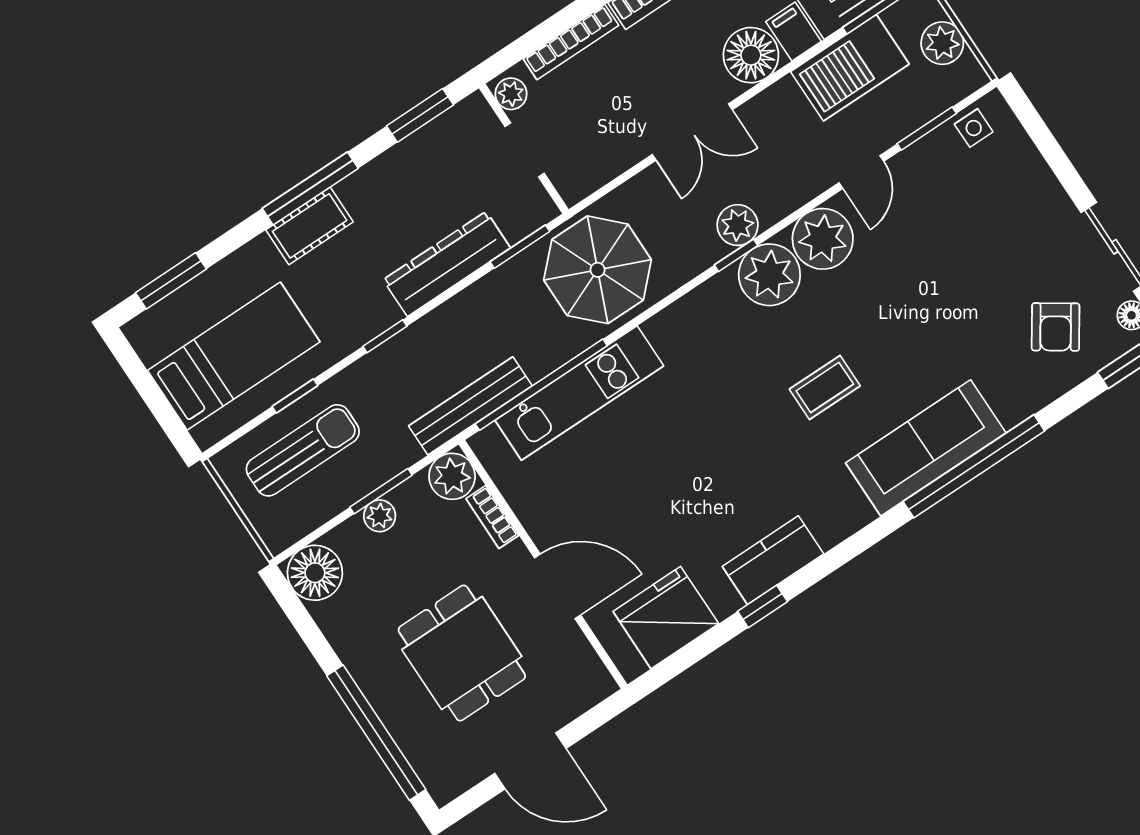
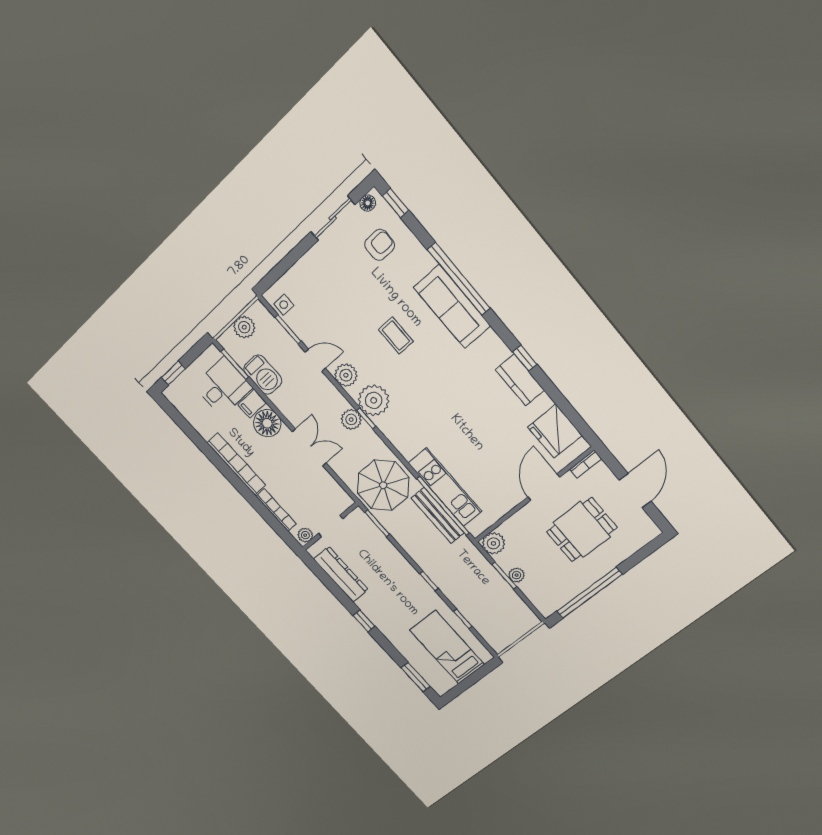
barbecue: (850, 68) -> (263, 375), width x0.73, depth x0.83
window: (420, 115) -> (322, 575), removed
window: (310, 188) -> (364, 621), width x0.46
cot: (310, 226) -> (381, 620), removed
plant: (823, 239) -> (346, 375), width x0.73, depth x0.73
dresser: (447, 264) -> (341, 574), moved, turned 180
armchair: (1056, 327) -> (380, 245), turned -34
coffee table: (825, 388) -> (396, 336), moved
bench: (470, 406) -> (438, 516), moved
sun lounger: (303, 450) -> (488, 613), removed
bookcase: (492, 517) -> (586, 464), moved
floor lamp: (315, 573) -> (548, 602), removed
window: (762, 607) -> (525, 358), moved
window: (376, 733) -> (589, 593), moved

